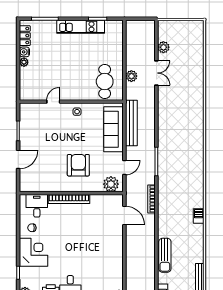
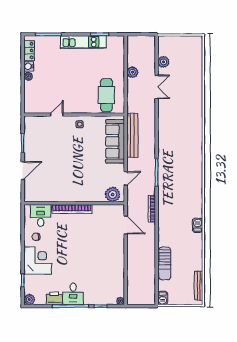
plant: (131, 76) -> (132, 72), moved
armchair: (78, 165) -> (81, 176), removed

